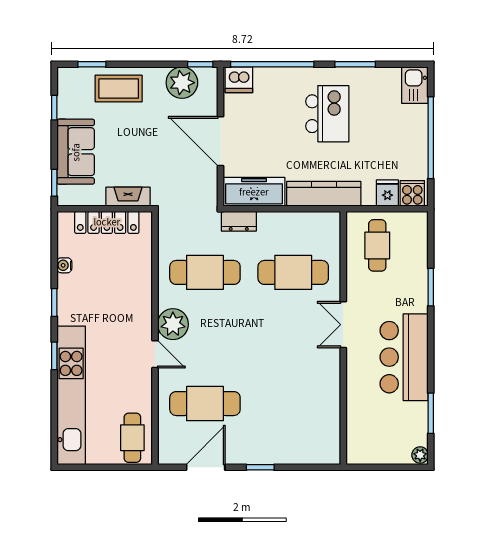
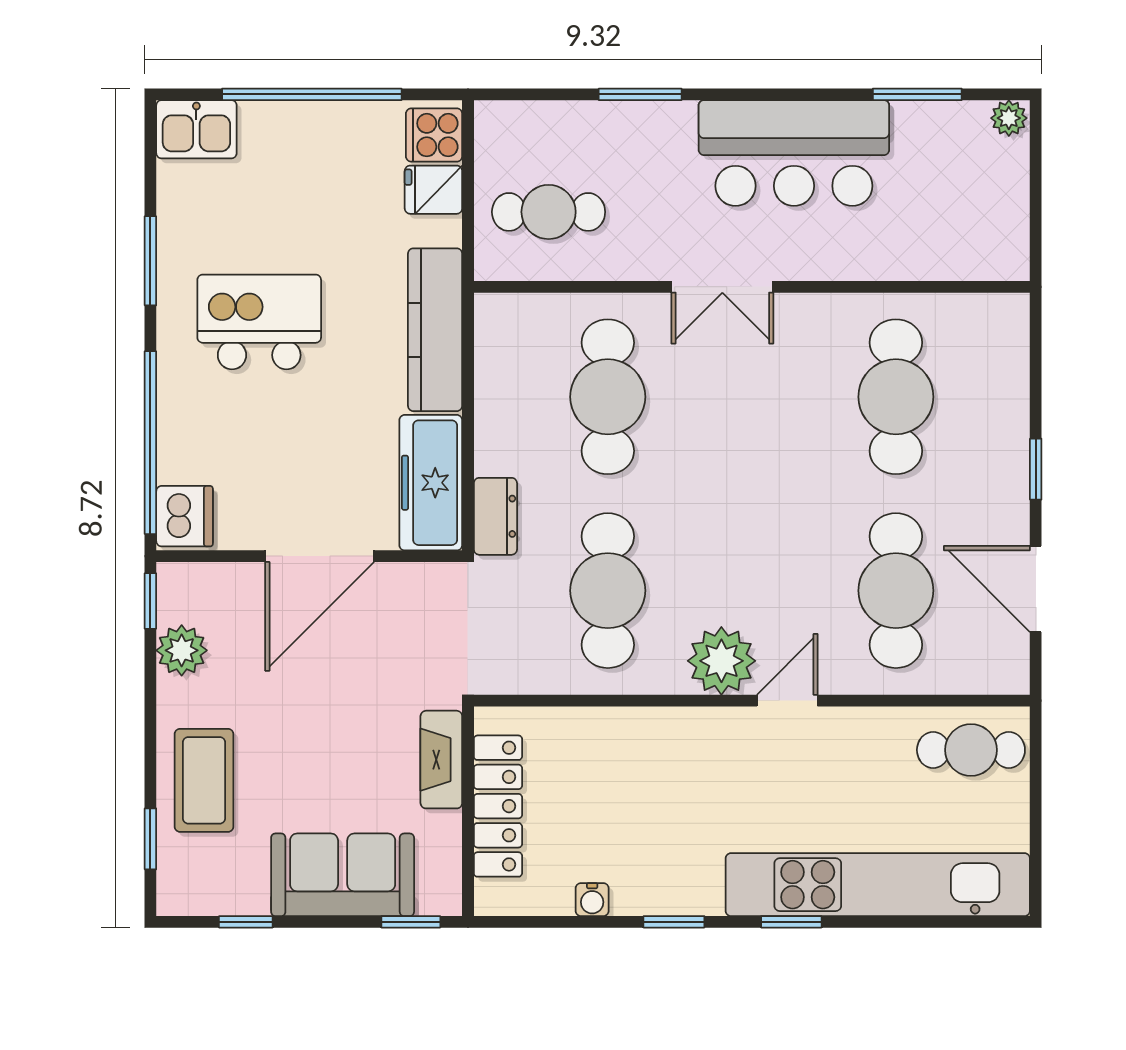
plant: (182, 83) -> (182, 650), width x0.73, depth x0.73
cafe table: (293, 404) -> (896, 397), added

